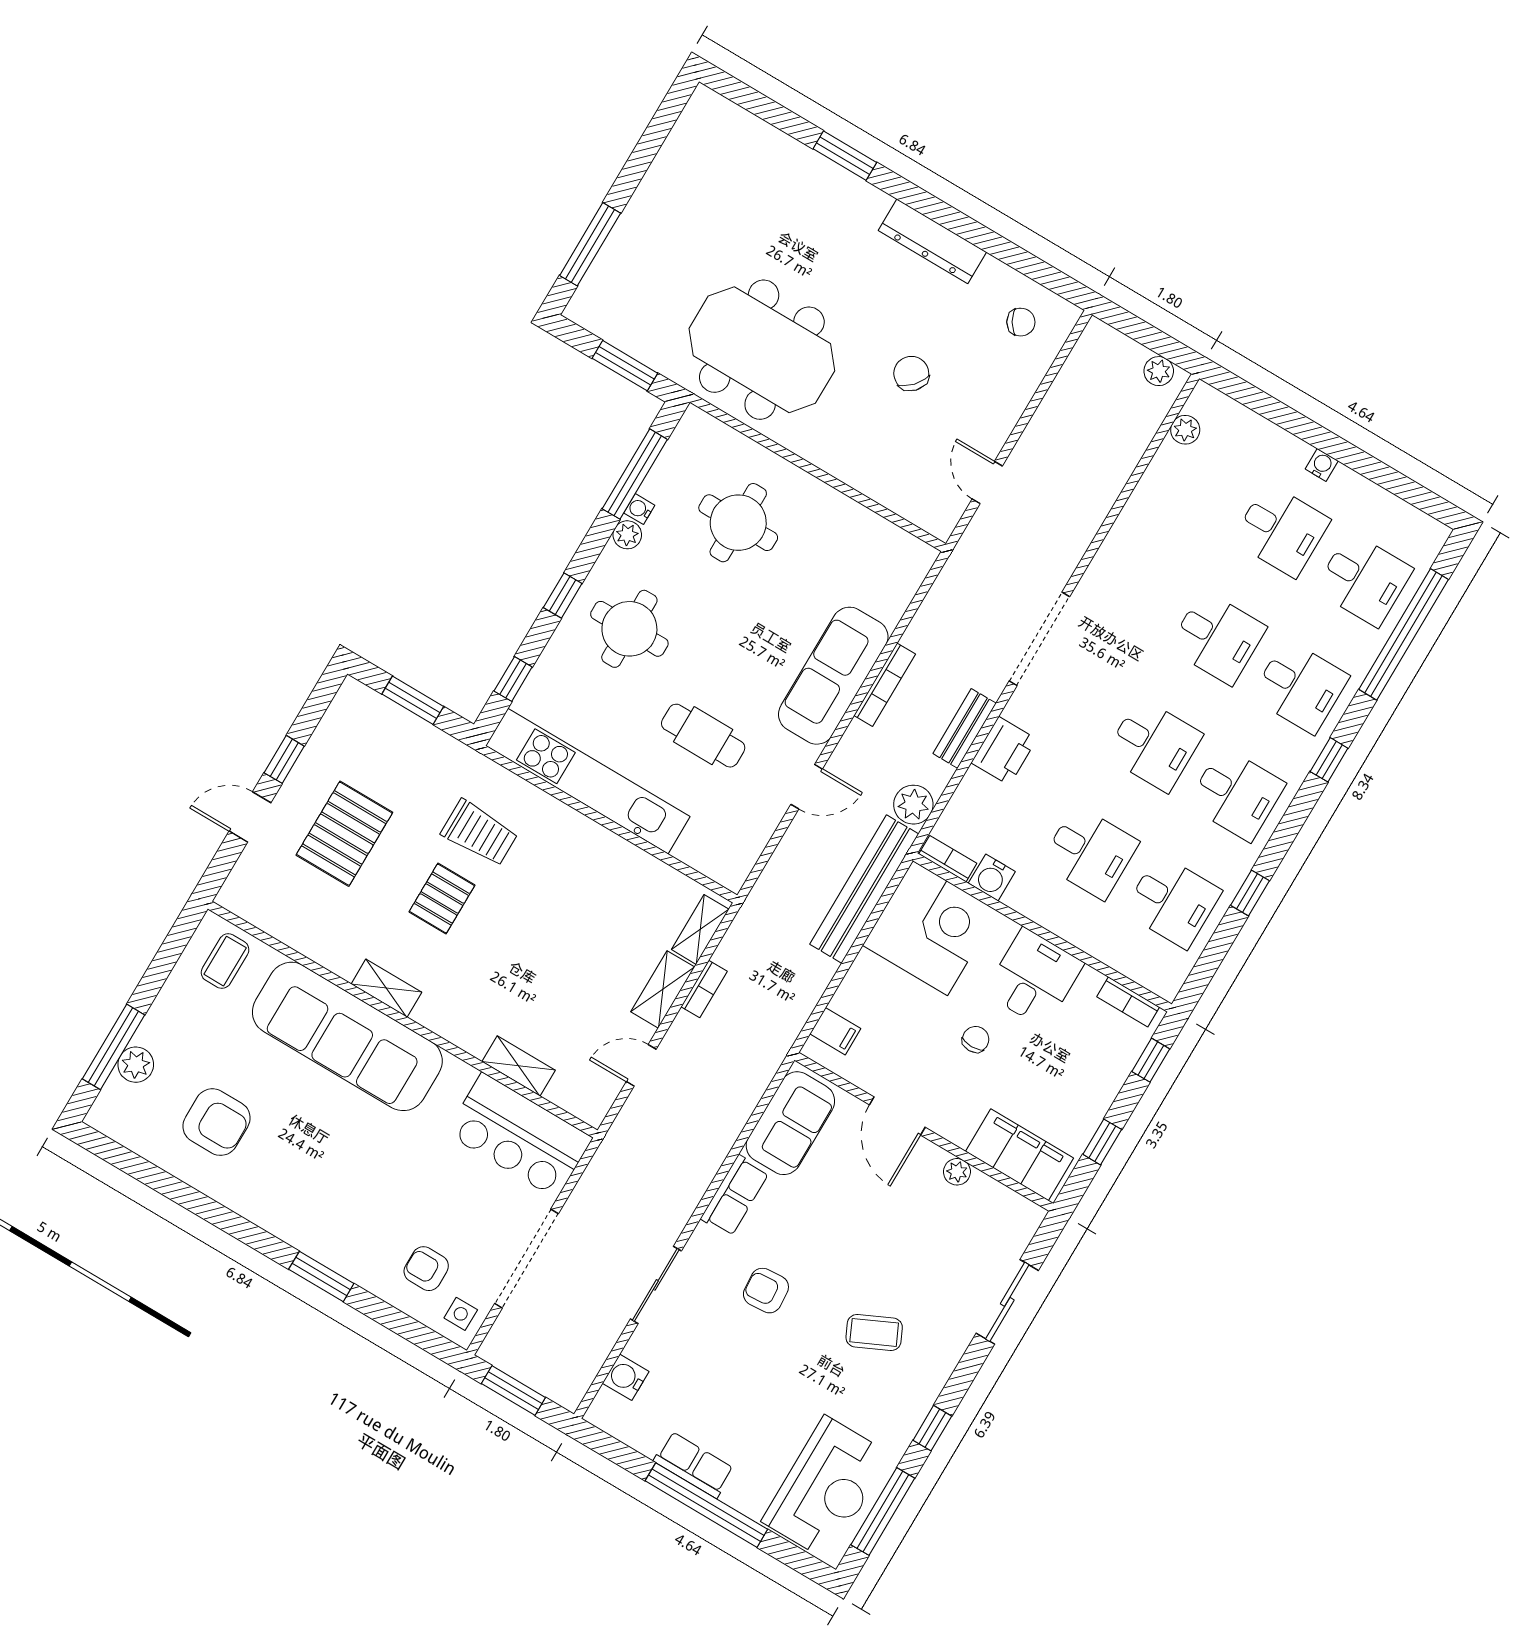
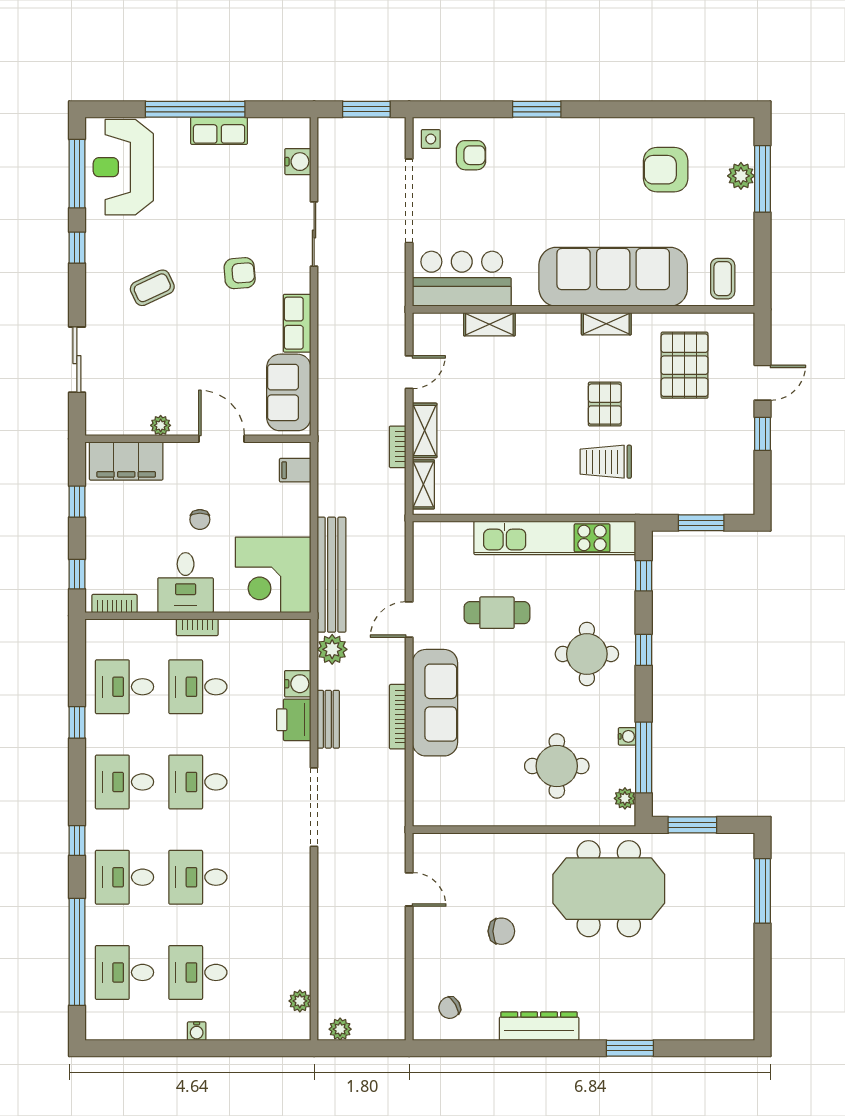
chair: (911, 374) -> (501, 931), turned -42
plant: (627, 535) -> (625, 798), moved
pallet: (344, 834) -> (685, 365), moved
bookcase: (948, 859) -> (197, 627), moved
water cooler: (992, 877) -> (298, 684), moved, turned 90

